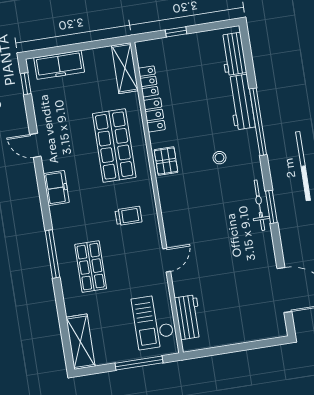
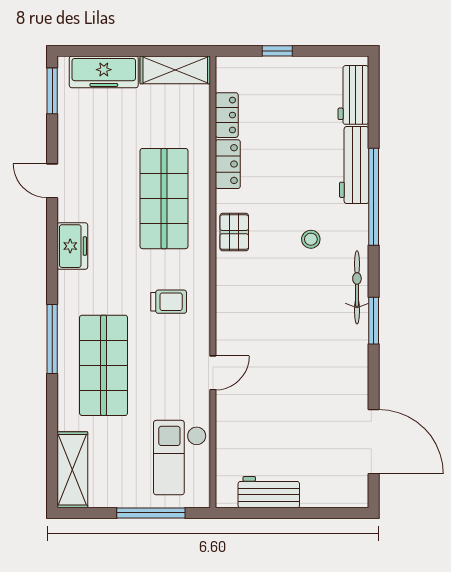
shelving: (125, 68) -> (175, 70), moved, turned 90
window: (26, 84) -> (52, 91), width x1.50
bicycle: (259, 205) -> (357, 287), moved
shop shelf: (91, 267) -> (104, 365), width x1.43, depth x1.36
workbench: (188, 317) -> (269, 492), moved, turned -90

